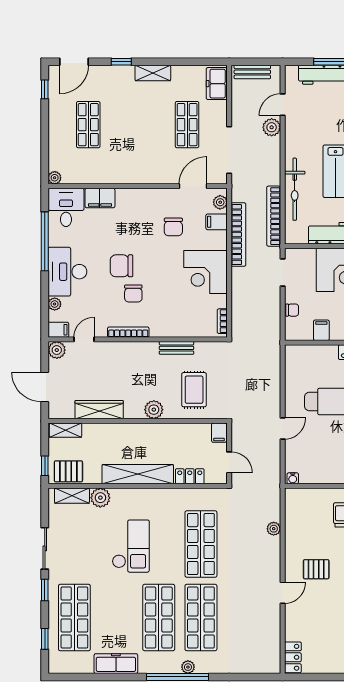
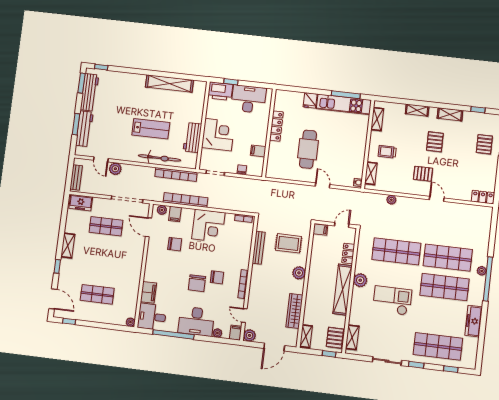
bench: (176, 348) -> (259, 248), width x1.36
shelving: (308, 495) -> (371, 173), added
plant: (100, 498) -> (360, 280), moved
pallet: (316, 569) -> (423, 174), turned 90

